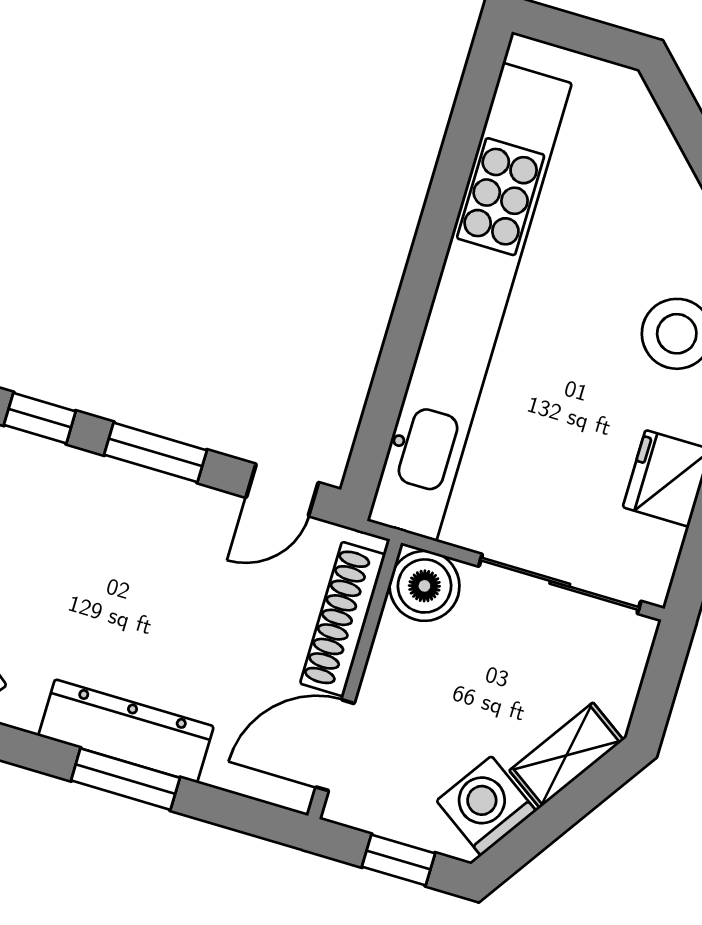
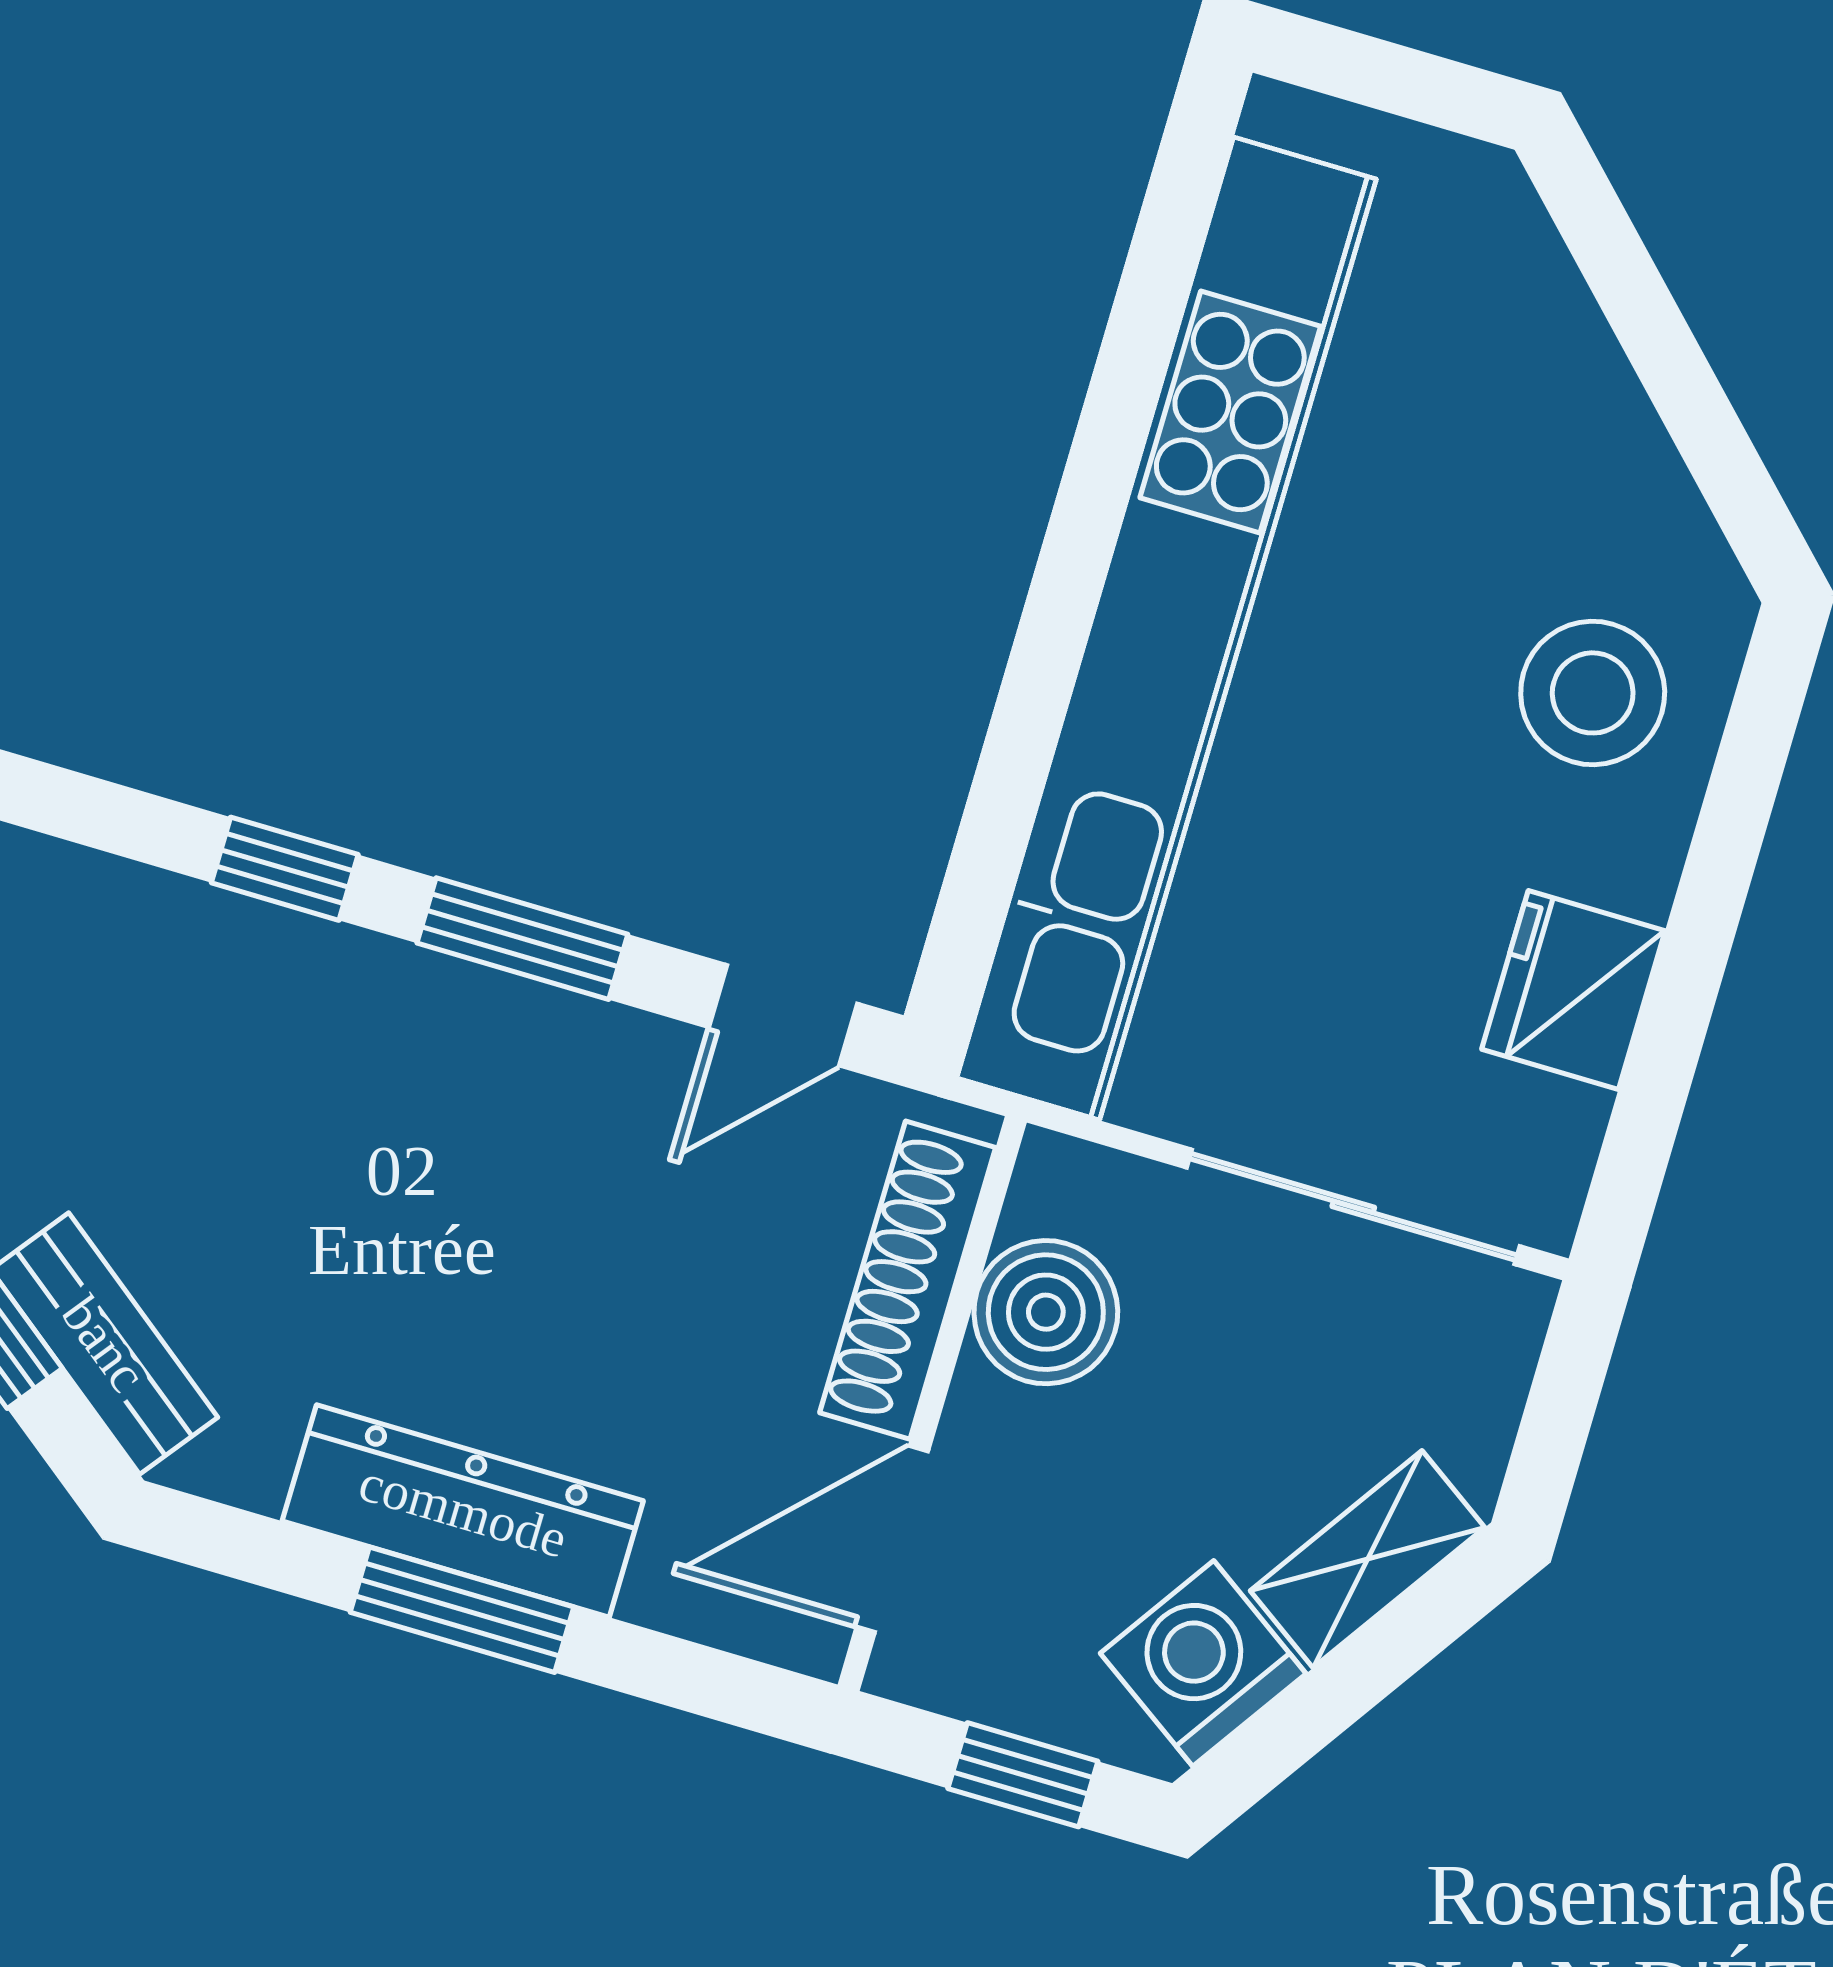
boiler: (424, 586) -> (1046, 1312), moved

